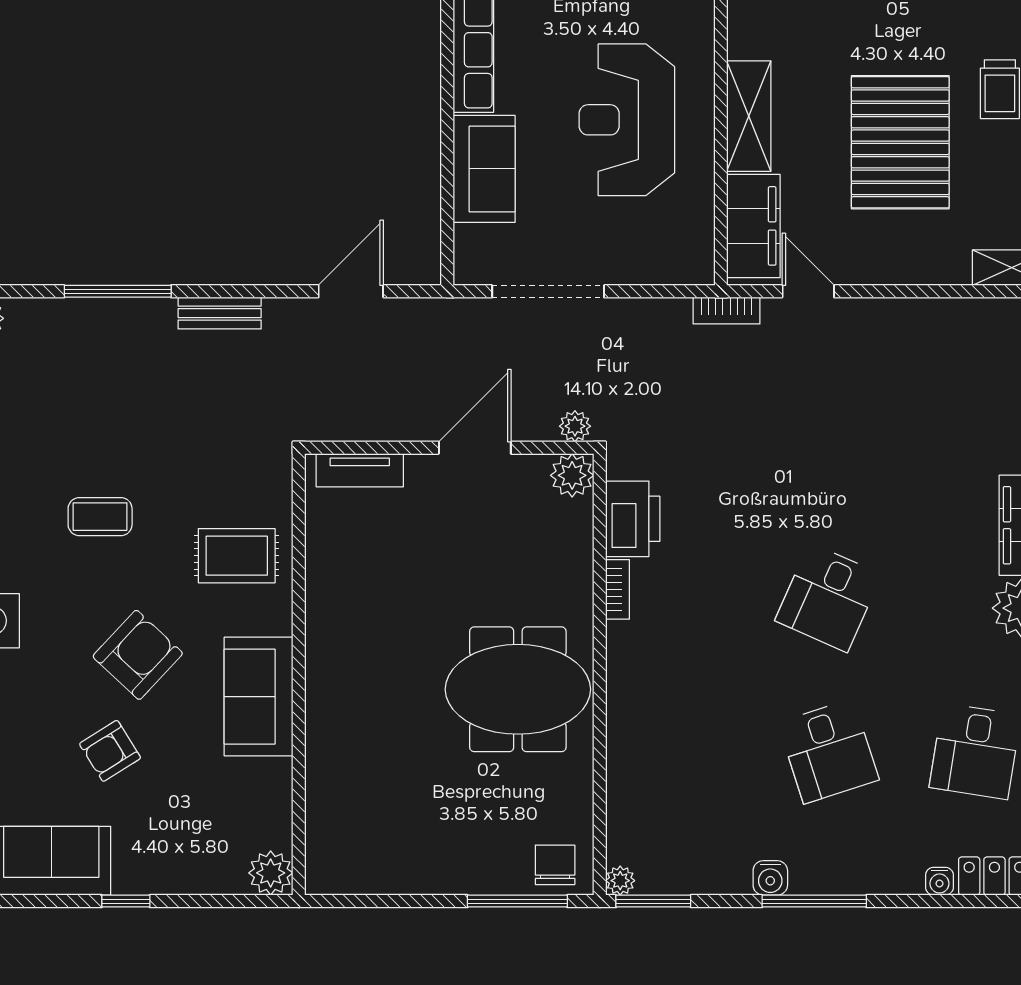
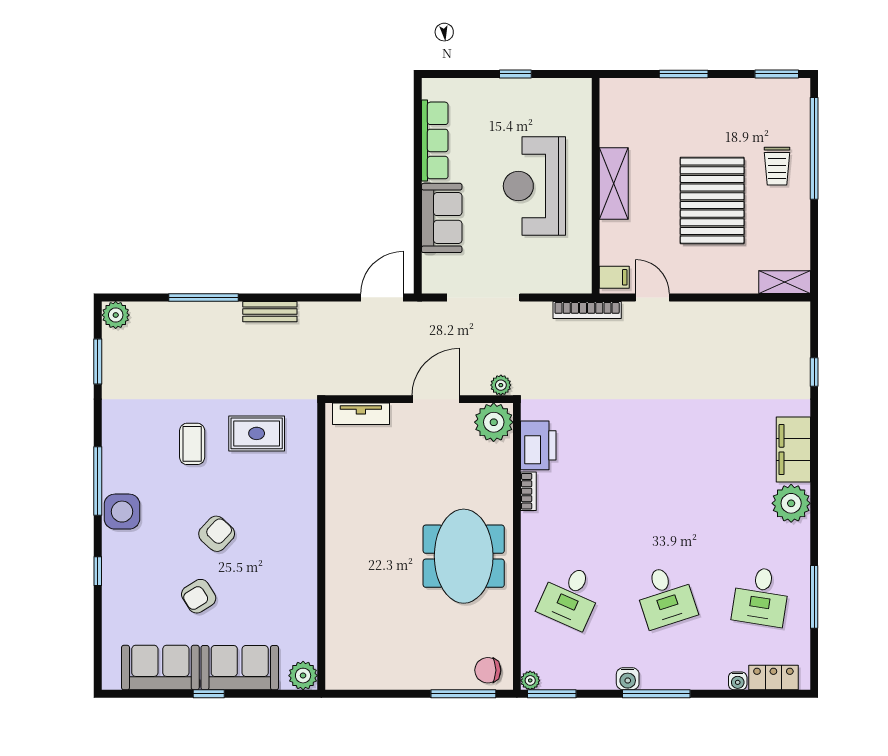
filing cabinet: (753, 226) -> (614, 277), width x0.33, depth x0.86
door: (351, 291) -> (382, 297), moved
bookcase: (727, 311) -> (587, 310), width x1.56
plant: (572, 475) -> (494, 422), width x1.36, depth x1.36
coffee table: (100, 517) -> (192, 444), turned 90
rug: (237, 556) -> (257, 433), moved
desk: (828, 598) -> (570, 596), moved
armchair: (138, 655) -> (217, 534), width x0.72, depth x0.72
meeting table: (518, 689) -> (464, 556), turned 90
sofa: (259, 697) -> (240, 668), moved, turned 90
chair: (555, 865) -> (488, 670), turned -90

